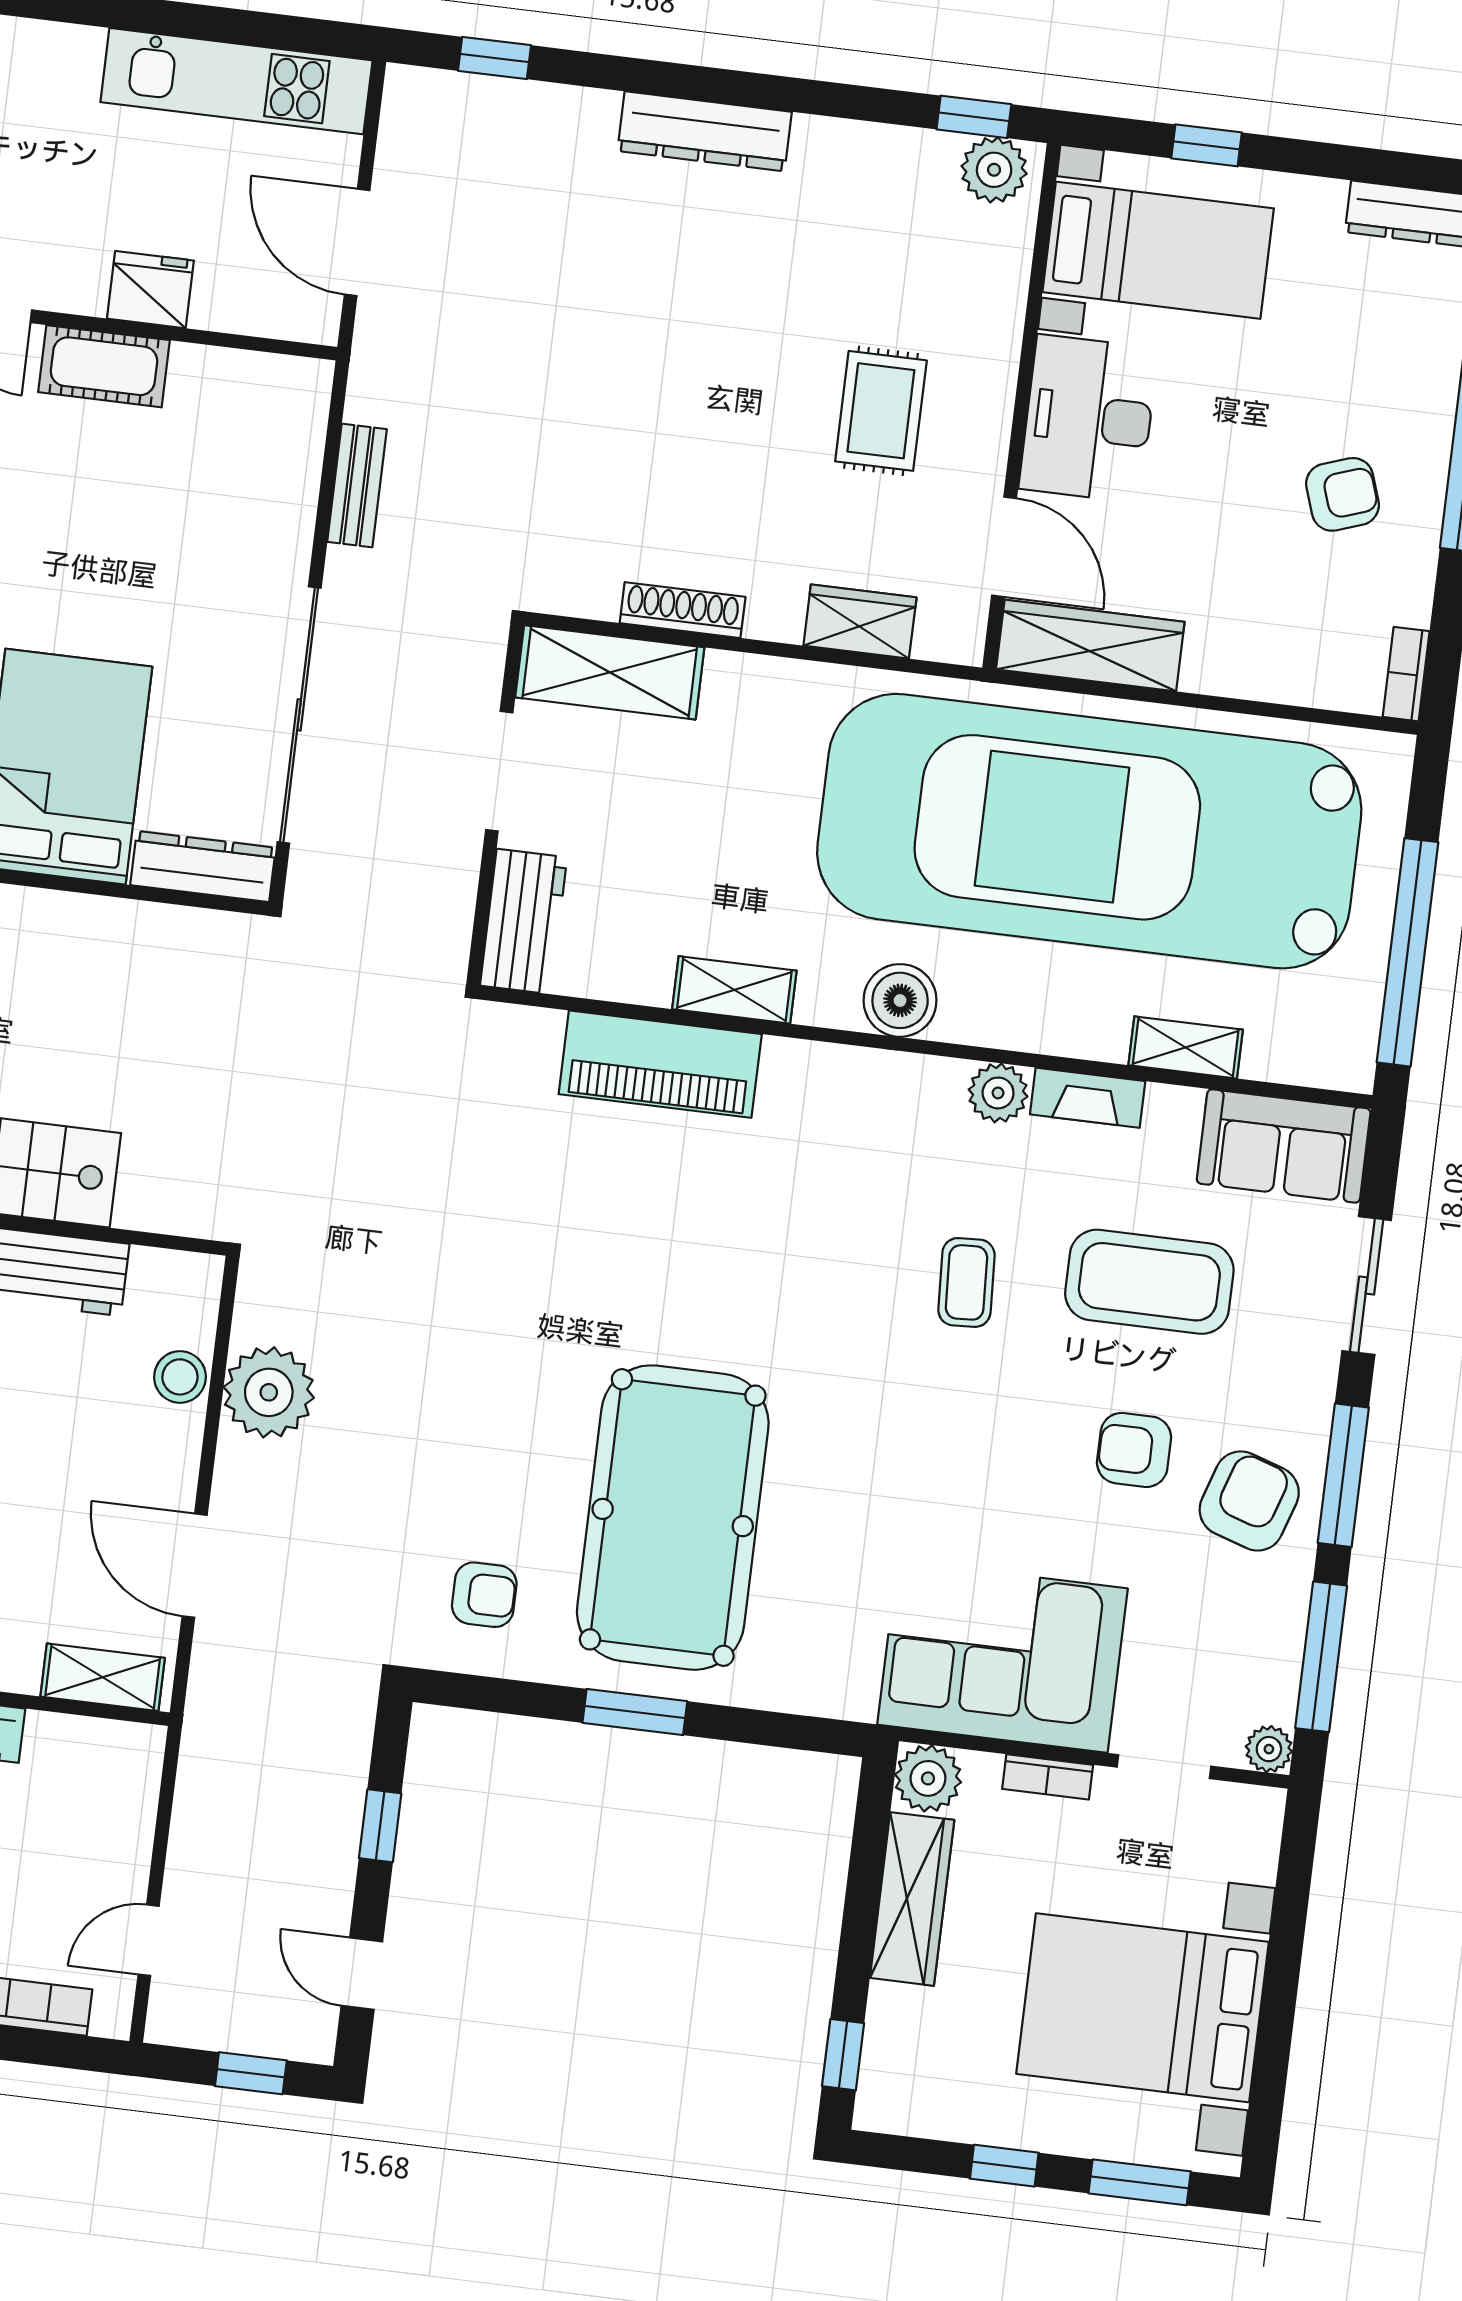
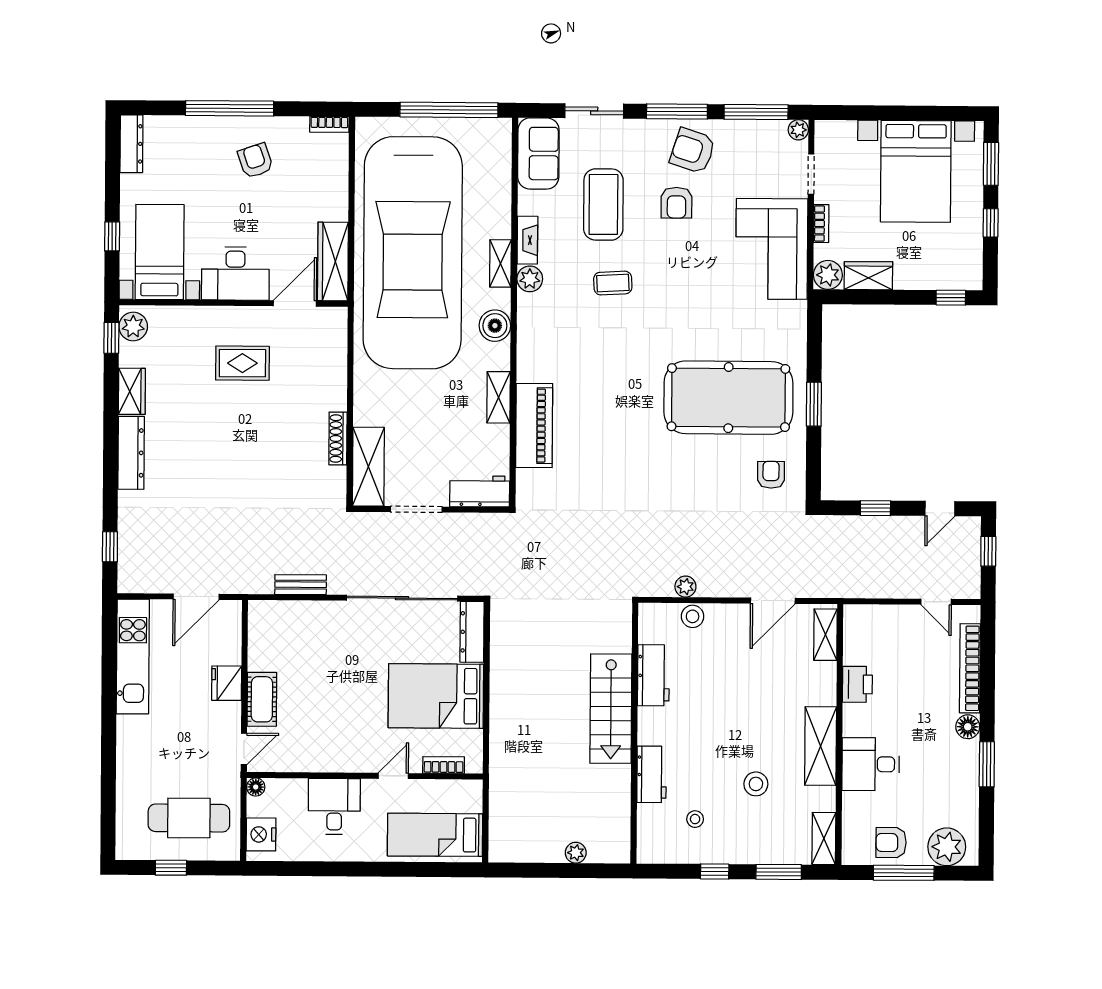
wardrobe: (860, 622) -> (132, 391), moved, turned 180
shelving: (1186, 1047) -> (500, 263), moved
plant: (269, 1392) -> (685, 587), width x0.53, depth x0.53
wardrobe: (912, 1899) -> (868, 276), width x0.67

